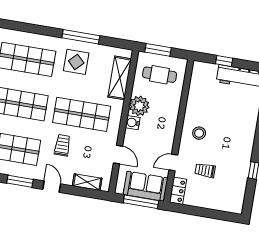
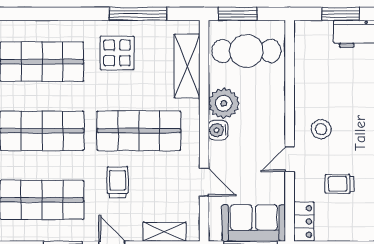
window: (81, 37) -> (138, 14), moved
window: (224, 61) -> (341, 14), width x1.50
cafe table: (160, 75) -> (246, 51), width x1.37, depth x1.35
door: (173, 163) -> (290, 159), moved

